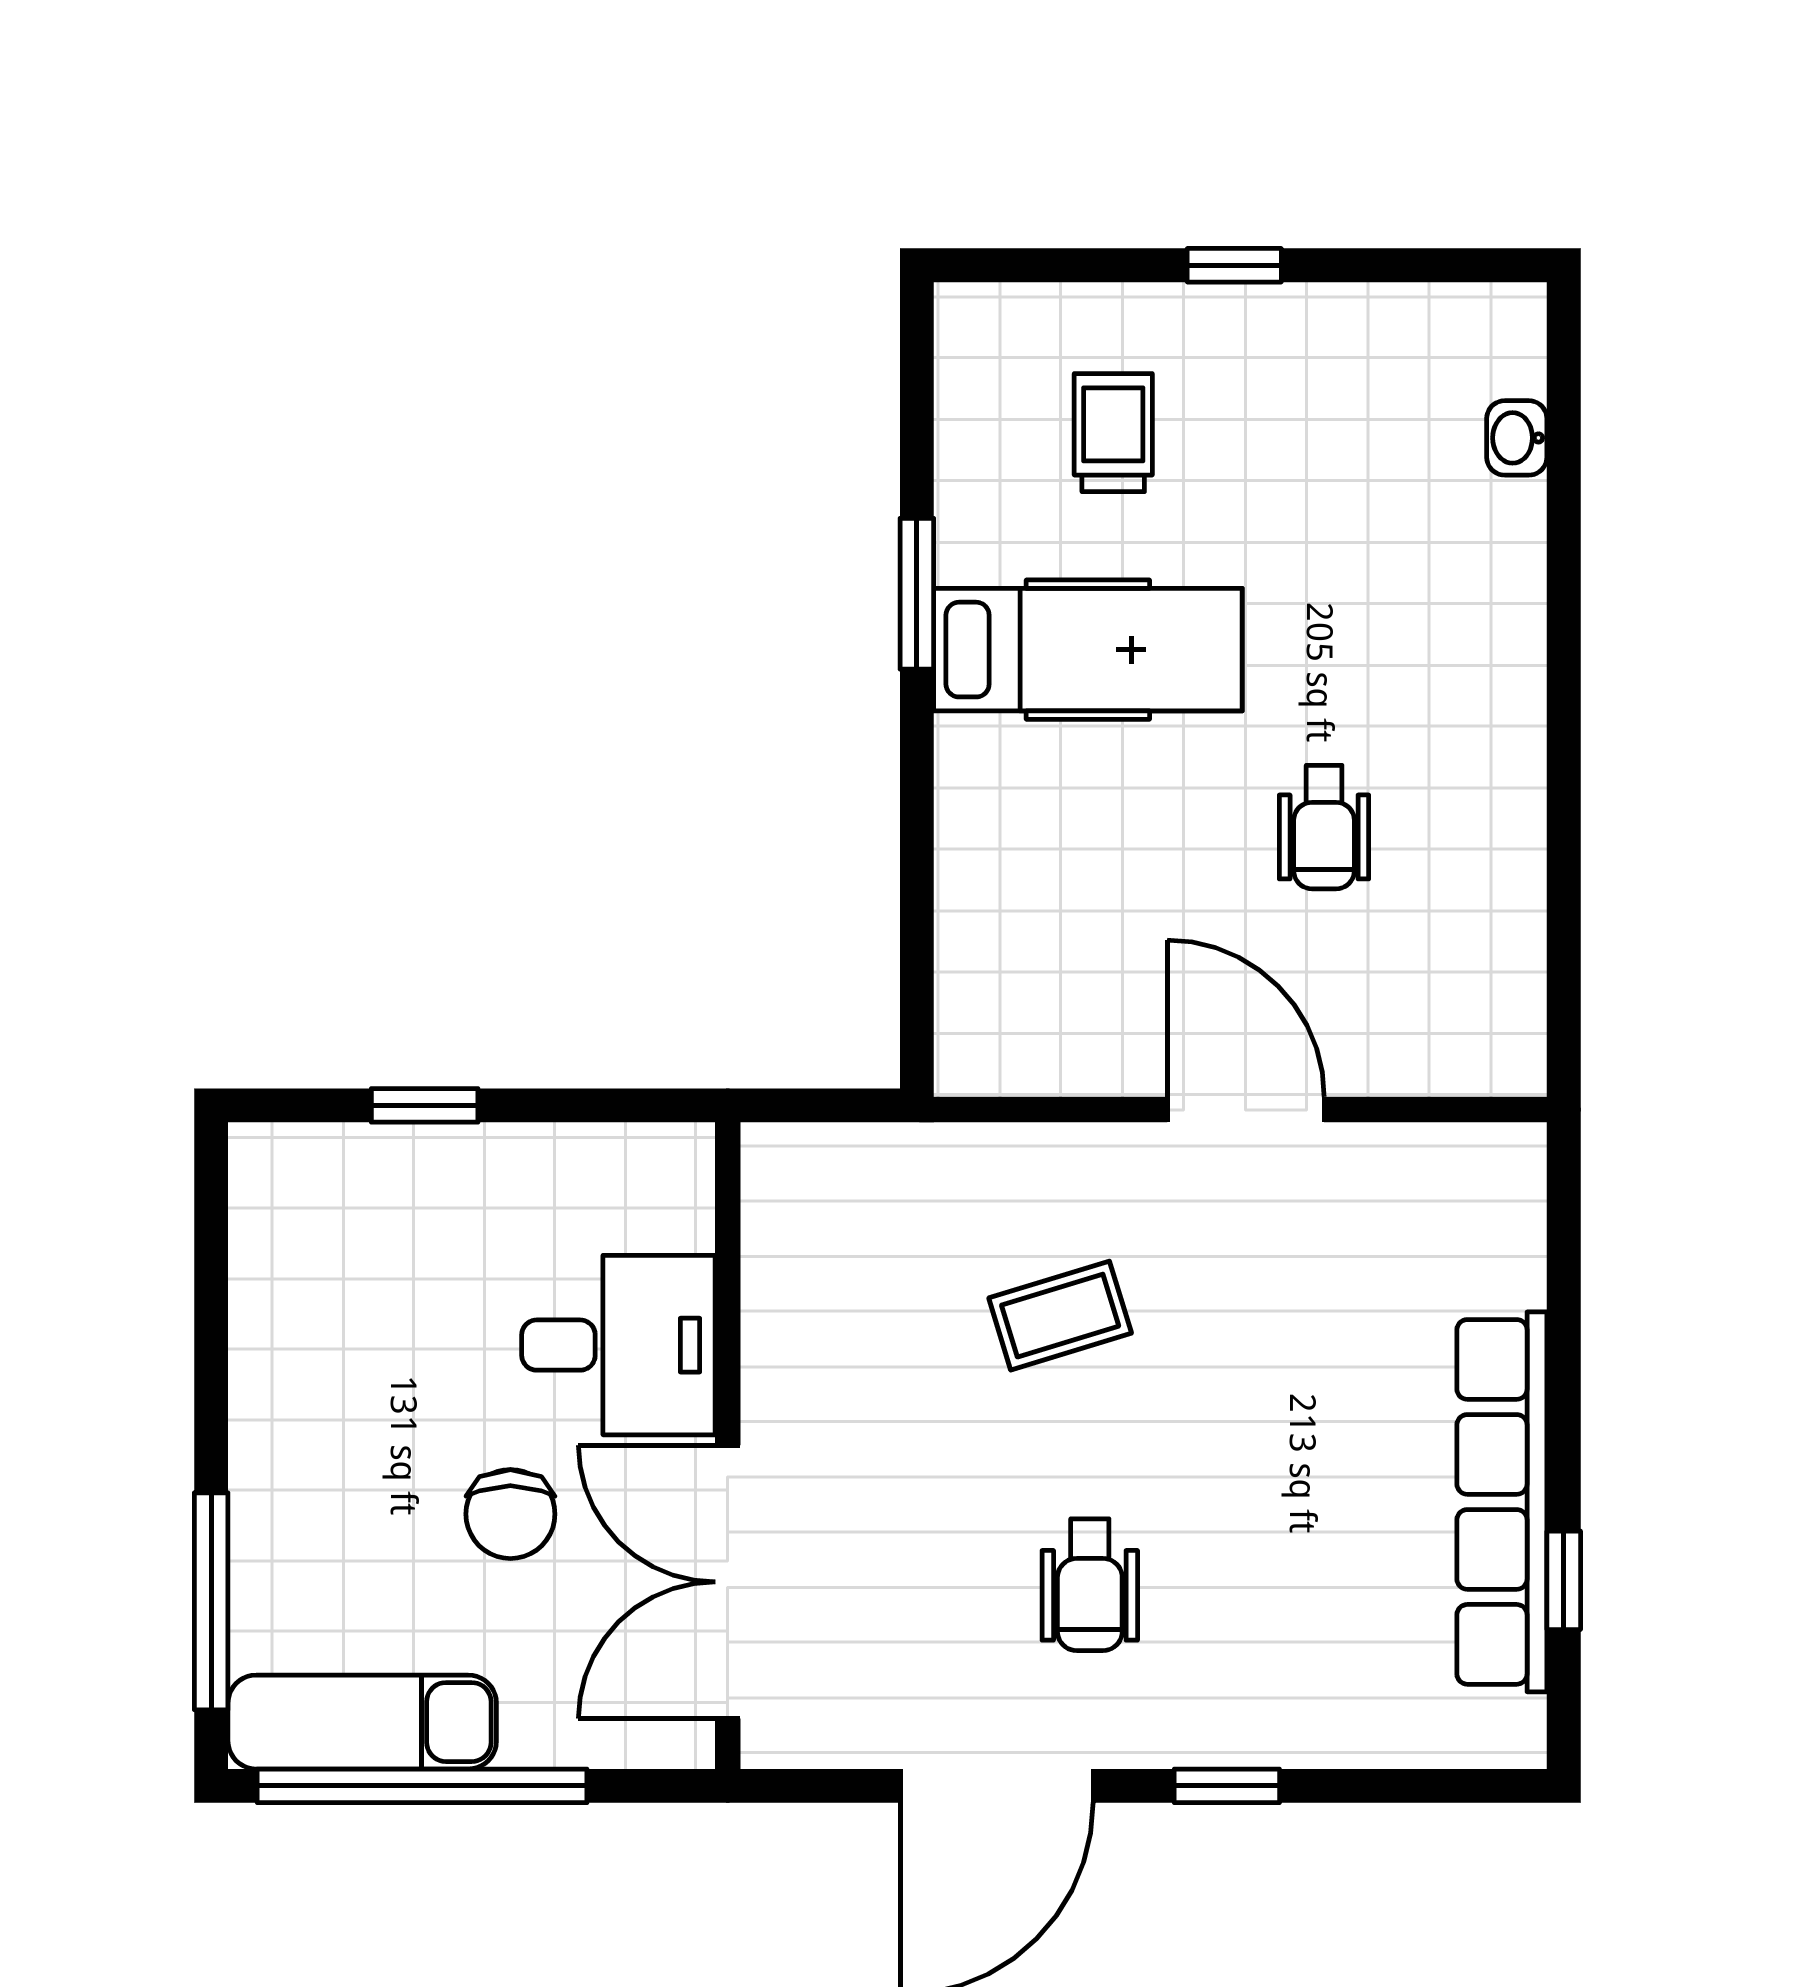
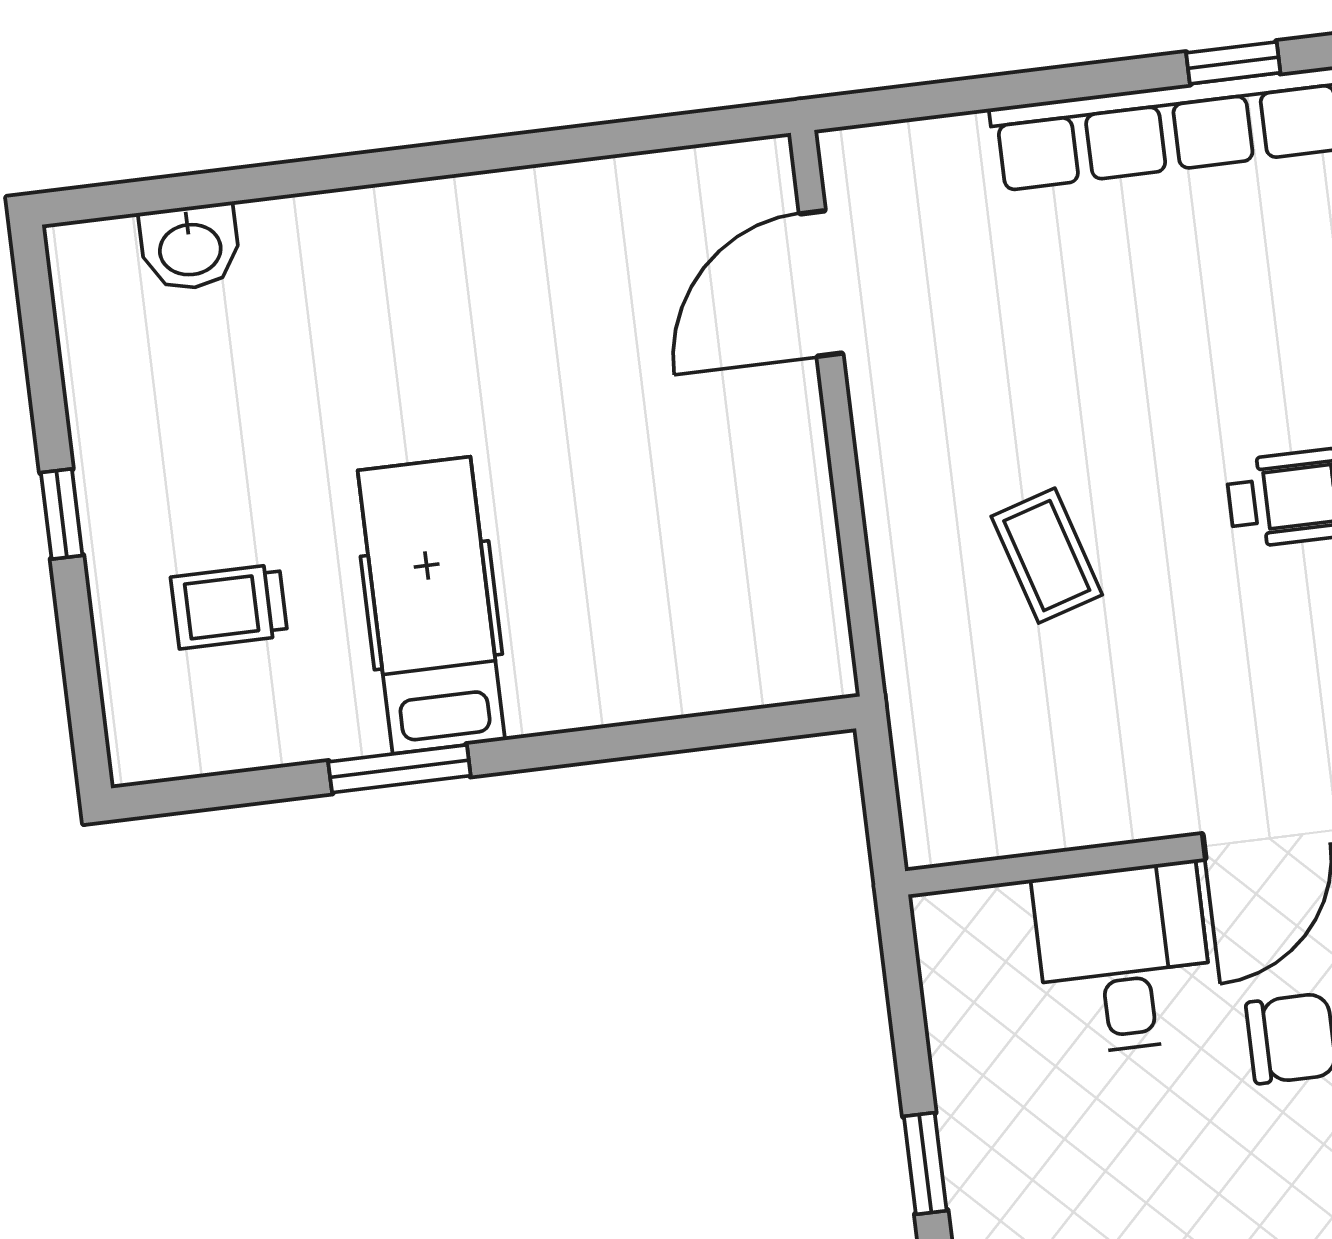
washbasin: (1517, 438) -> (190, 247), width x1.38, depth x1.45
wheelchair: (1324, 827) -> (568, 368), removed
door: (1246, 1110) -> (821, 284), moved

